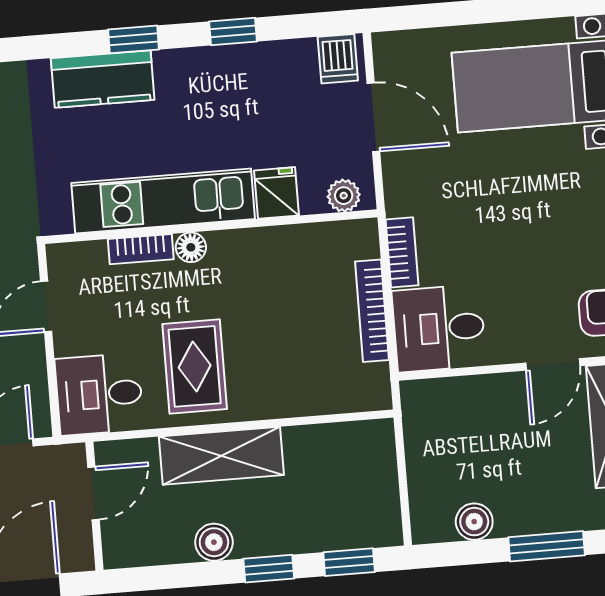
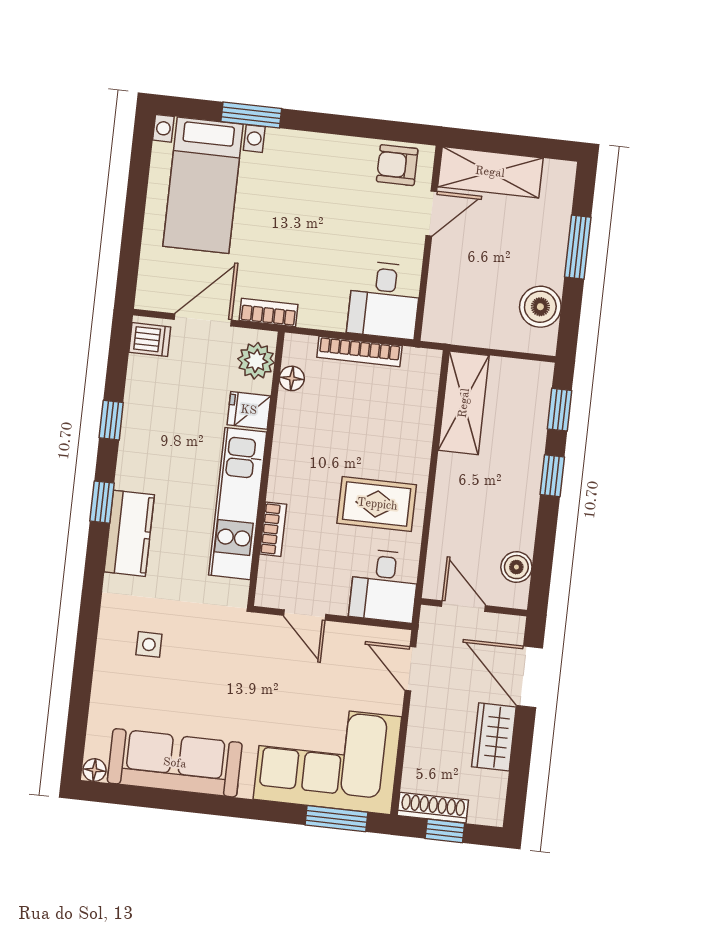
plant: (344, 196) -> (256, 361), width x1.38, depth x1.38
floor lamp: (191, 247) -> (292, 378), moved
bookcase: (402, 252) -> (268, 313), moved
door: (553, 364) -> (431, 213), hinge flipped
shelving: (221, 456) -> (464, 403), moved
boiler: (474, 522) -> (540, 307), width x1.36, depth x1.36
boiler: (214, 542) -> (516, 567), moved

